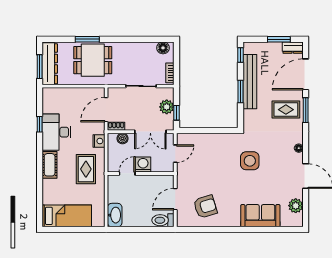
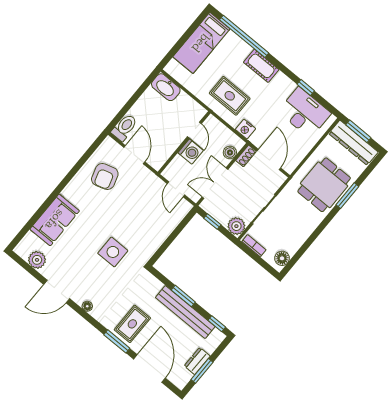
dresser: (293, 48) -> (197, 361), moved
plant: (167, 107) -> (236, 226), moved
desk: (57, 132) -> (304, 113), moved
window: (40, 192) -> (244, 36), added

